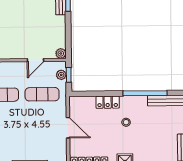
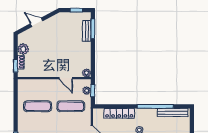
door: (35, 60) -> (66, 78), hinge flipped
locker: (108, 102) -> (119, 113), width x1.53

